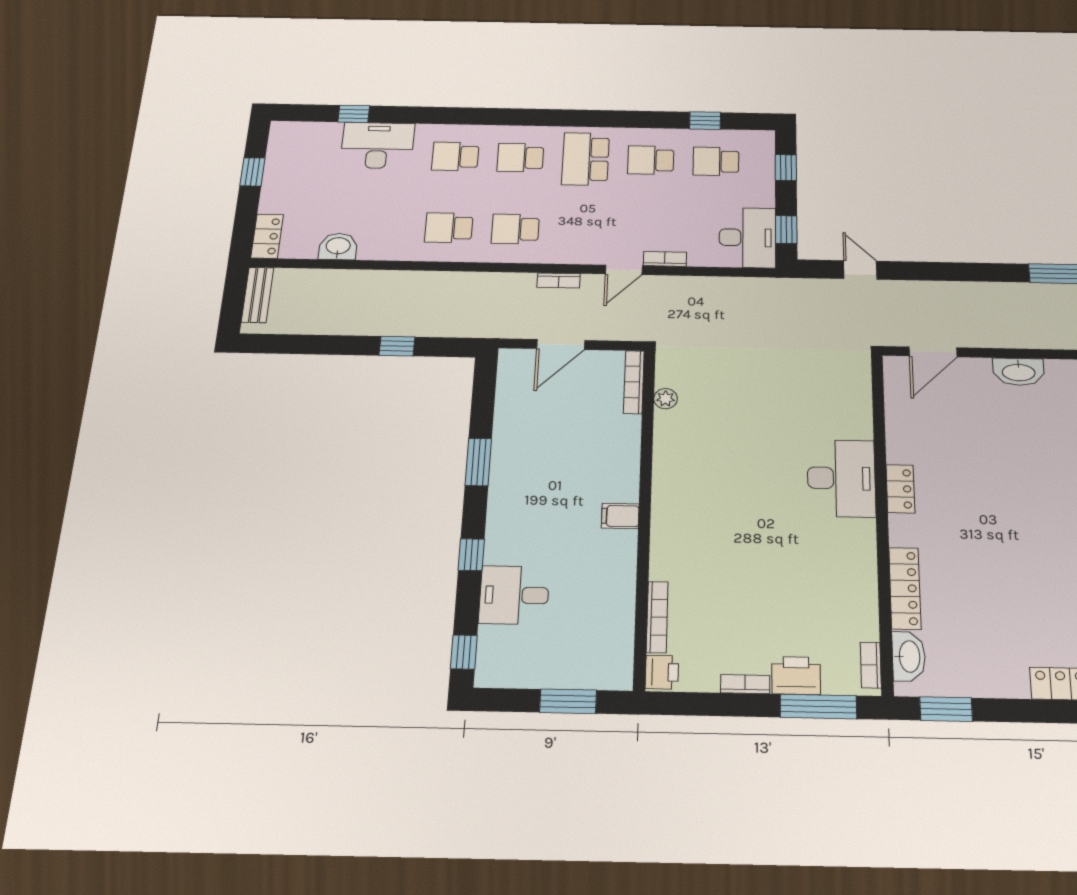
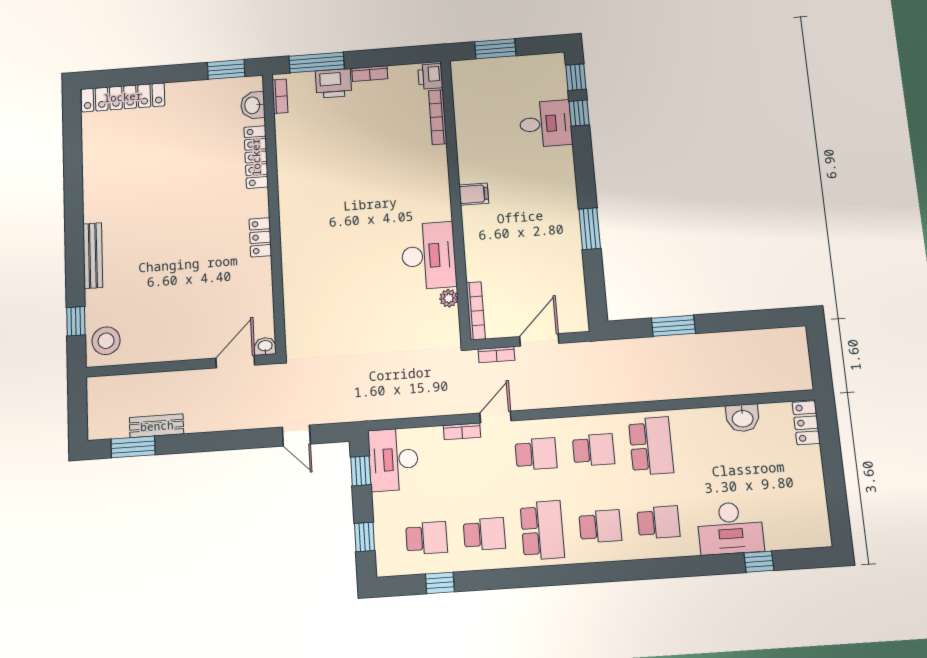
window: (253, 172) -> (835, 489), removed
school desk: (449, 228) -> (651, 446), width x1.85
school desk: (582, 230) -> (536, 454), added
bookcase: (559, 281) -> (496, 355), moved, turned 180
bench: (258, 295) -> (157, 426), moved, turned 90
window: (397, 346) -> (673, 326), width x1.50
washbasin: (1019, 372) -> (265, 346), moved, width x0.52, depth x0.69
desk: (841, 478) -> (429, 256), moved, turned 180
window: (471, 555) -> (579, 113), moved
washbasin: (909, 656) -> (253, 105), width x0.72

